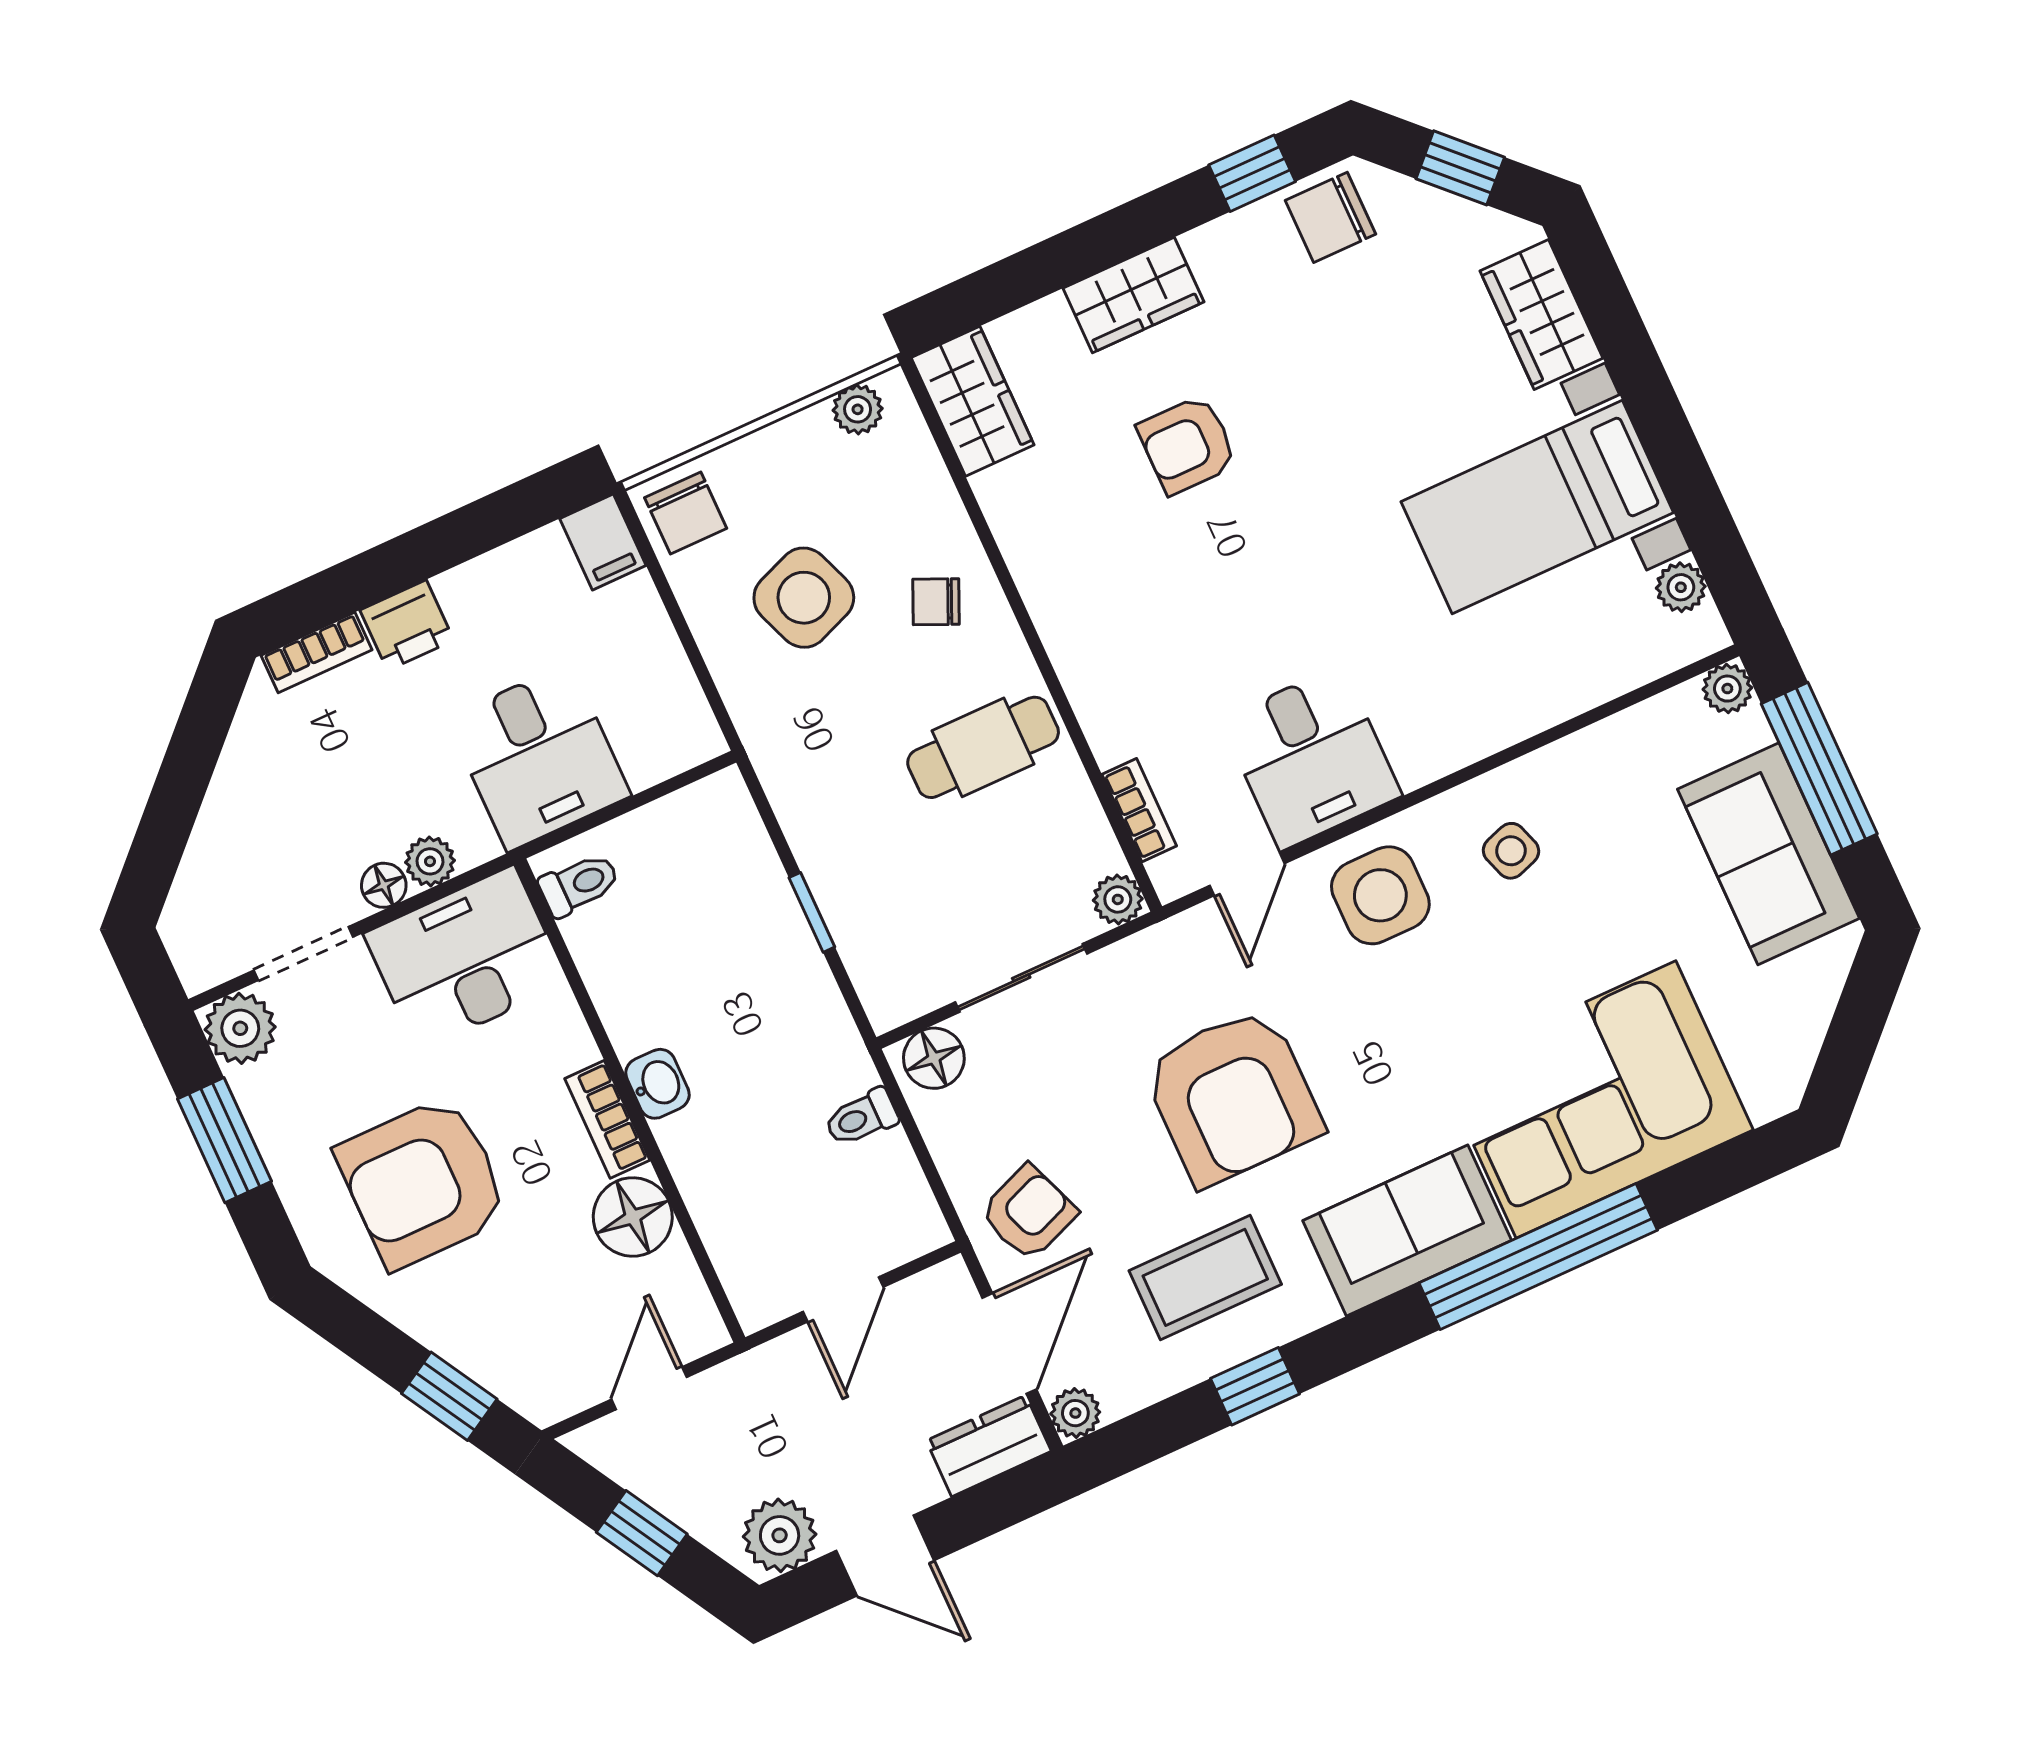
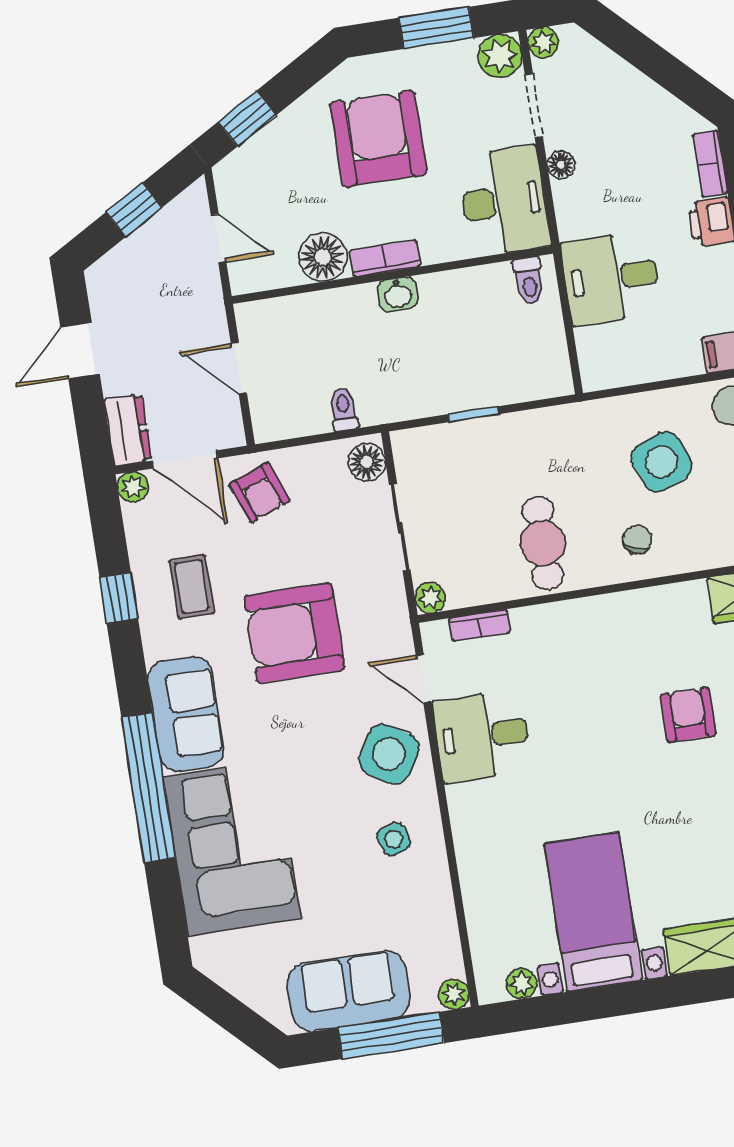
plant: (430, 861) -> (543, 43), moved
side table: (1380, 895) -> (389, 754), turned 32
coffee table: (1205, 1277) -> (191, 587), width x0.73, depth x0.77
plant: (780, 1535) -> (110, 291), removed

